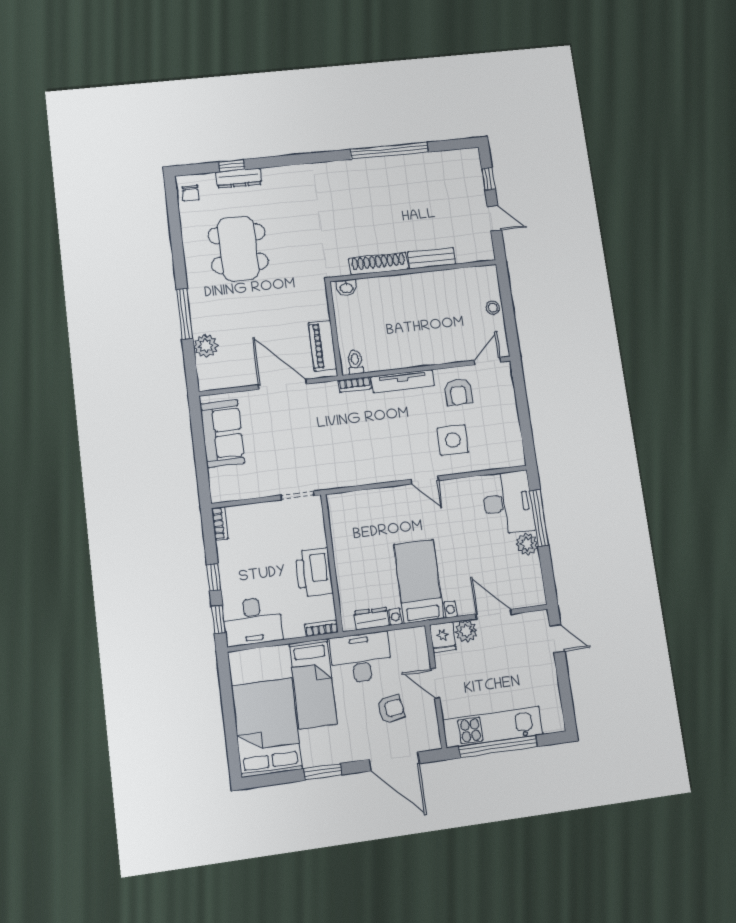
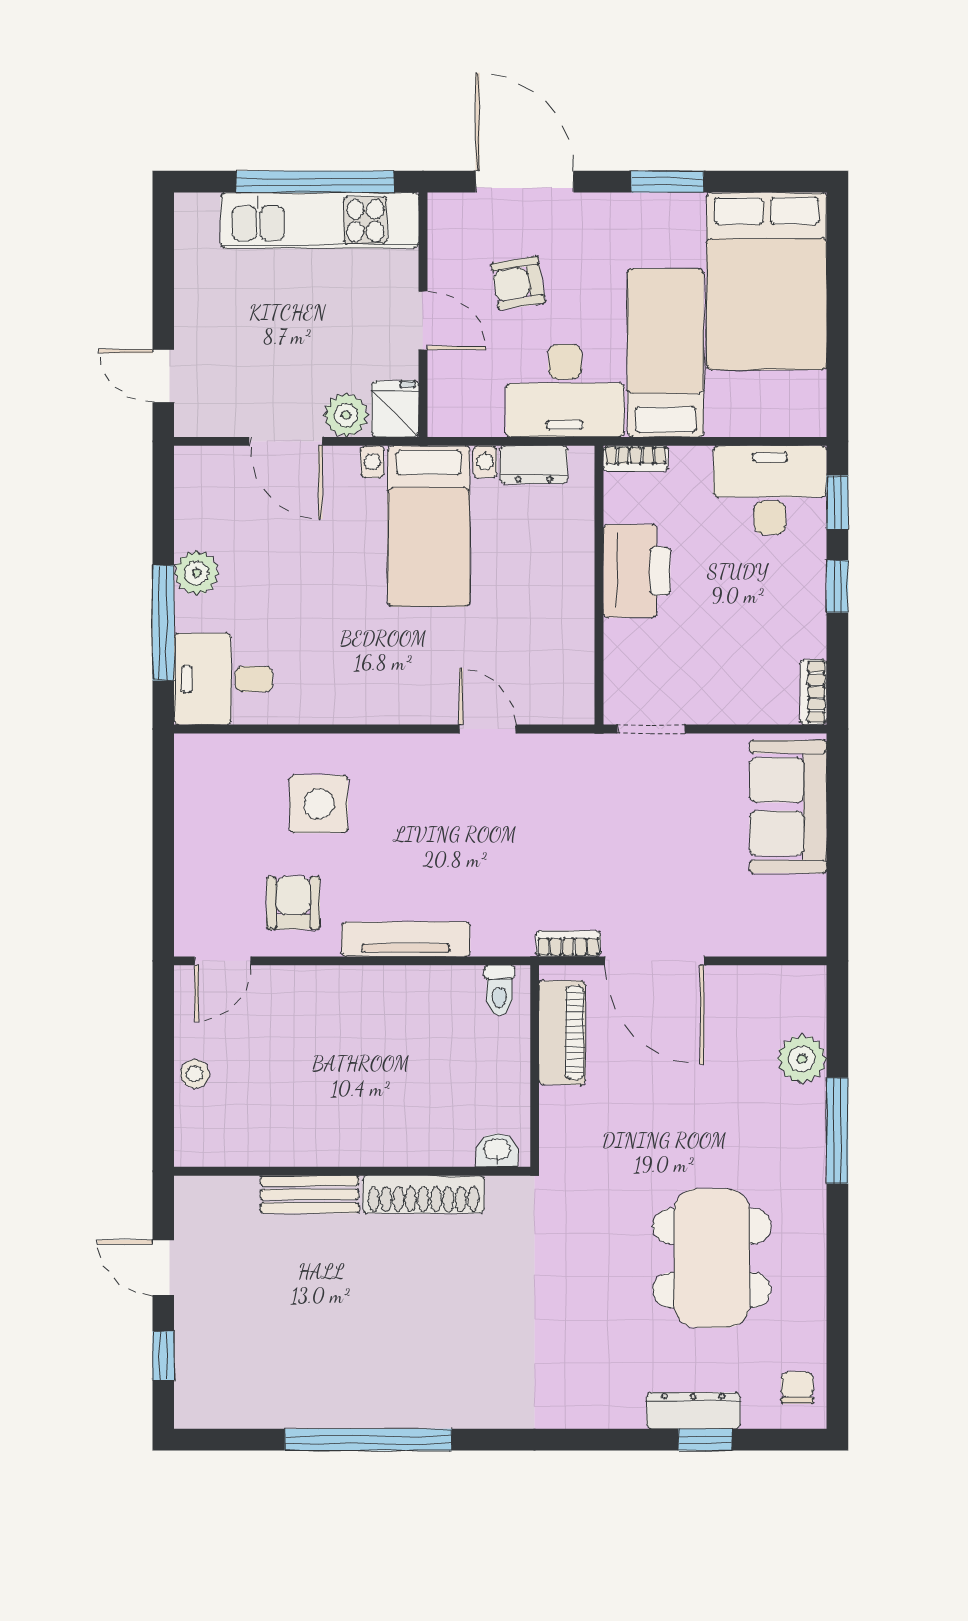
bookcase: (355, 384) -> (568, 944), moved
sofa: (222, 433) -> (788, 807), moved
door: (425, 480) -> (487, 729), moved
desk: (508, 503) -> (223, 679), width x0.73

